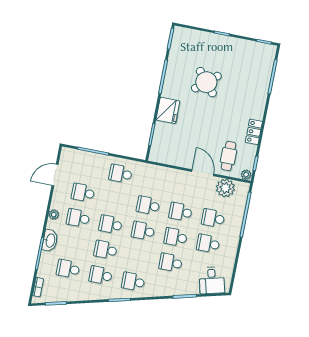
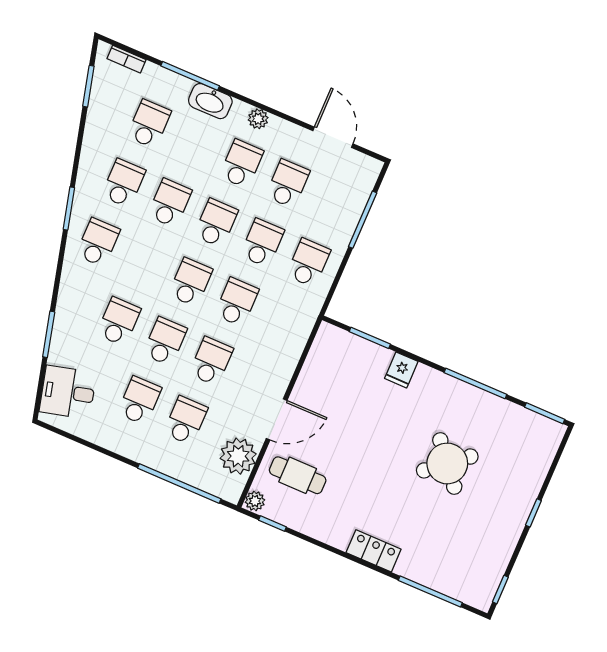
fridge: (168, 110) -> (401, 370), width x0.53, depth x0.75
locker: (254, 132) -> (374, 551), moved
school desk: (116, 199) -> (262, 243), added

